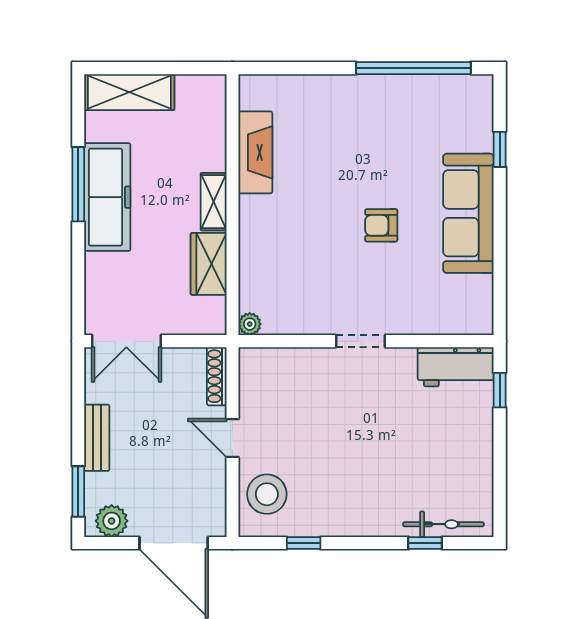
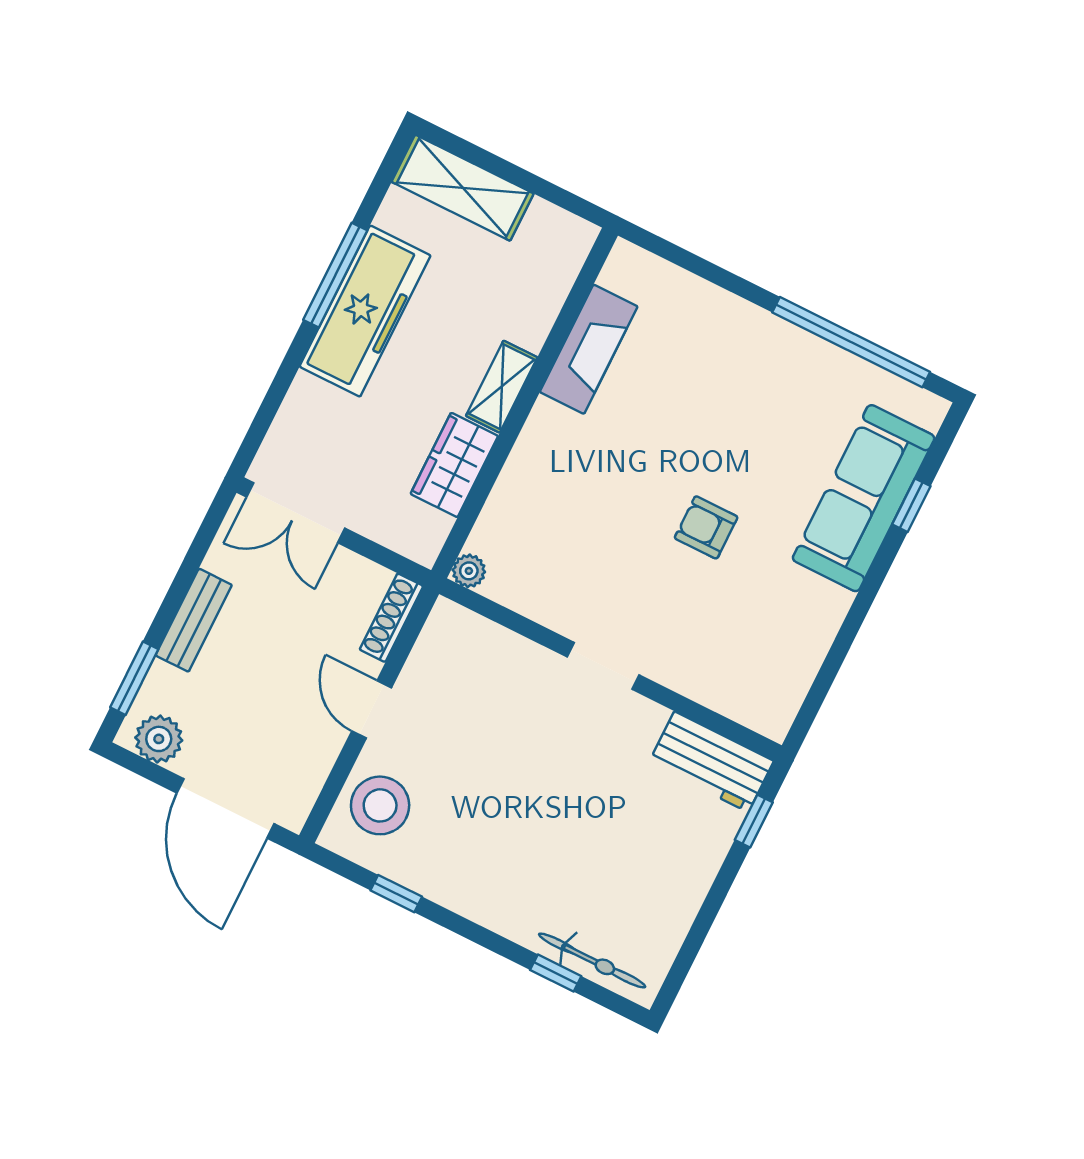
sofa: (468, 213) -> (864, 498), moved

